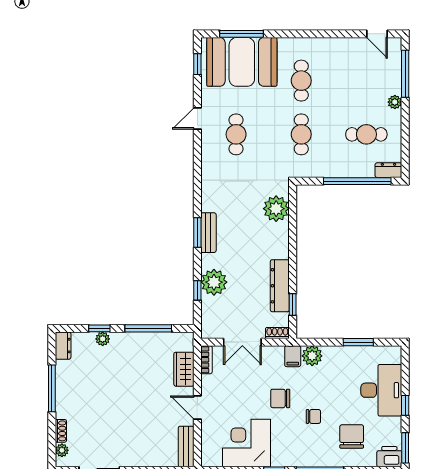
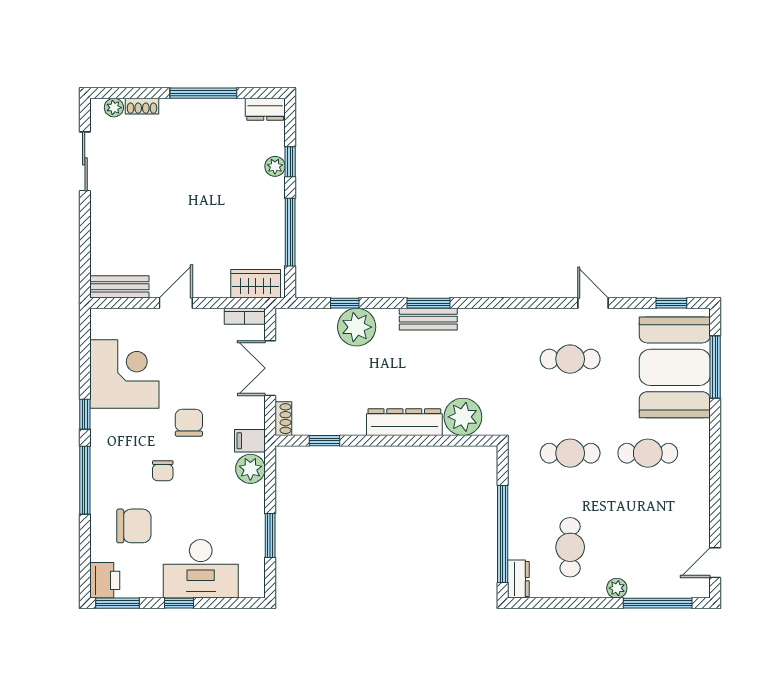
dresser: (280, 286) -> (404, 422), moved
wardrobe: (184, 369) -> (256, 284), moved

